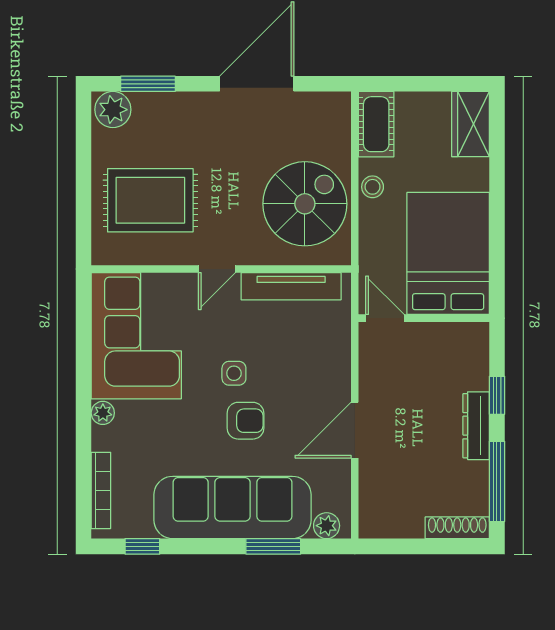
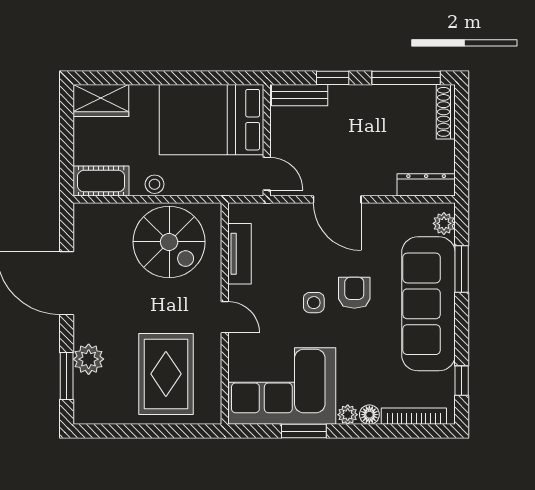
plant: (113, 110) -> (89, 359), moved
spiral stairs: (305, 204) -> (169, 242), turned 180
tv unit: (291, 286) -> (239, 254), width x0.71
door: (385, 318) -> (267, 174), swing flipped
bench: (477, 357) -> (300, 95), added
window: (84, 362) -> (304, 431), added
dresser: (476, 426) -> (426, 185), moved, turned 180
door: (355, 430) -> (337, 199), moved
floor lamp: (103, 438) -> (369, 415), added

